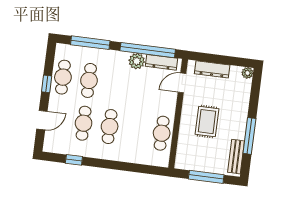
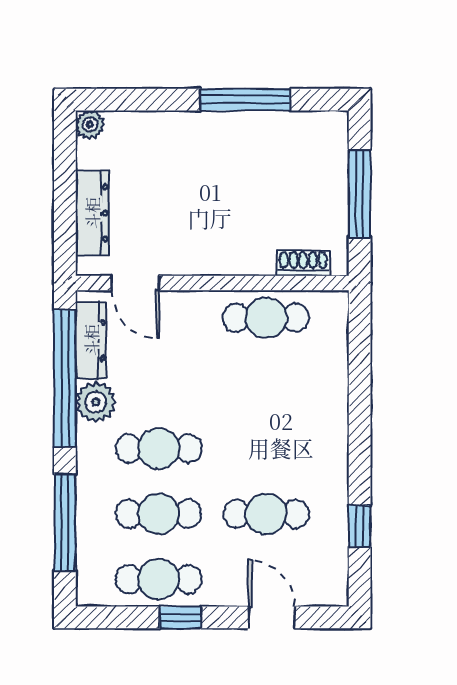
rug: (207, 122) -> (223, 209), removed
cafe table: (110, 127) -> (159, 448), moved
shoe rack: (181, 151) -> (303, 263), added
bench: (236, 157) -> (300, 126), removed

